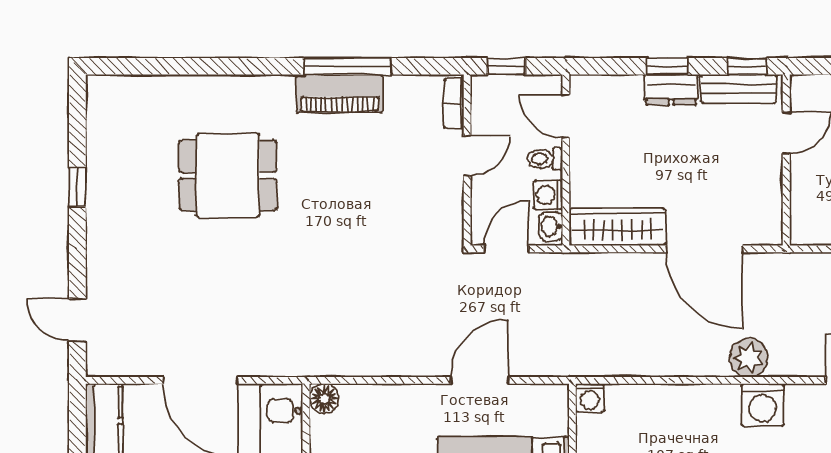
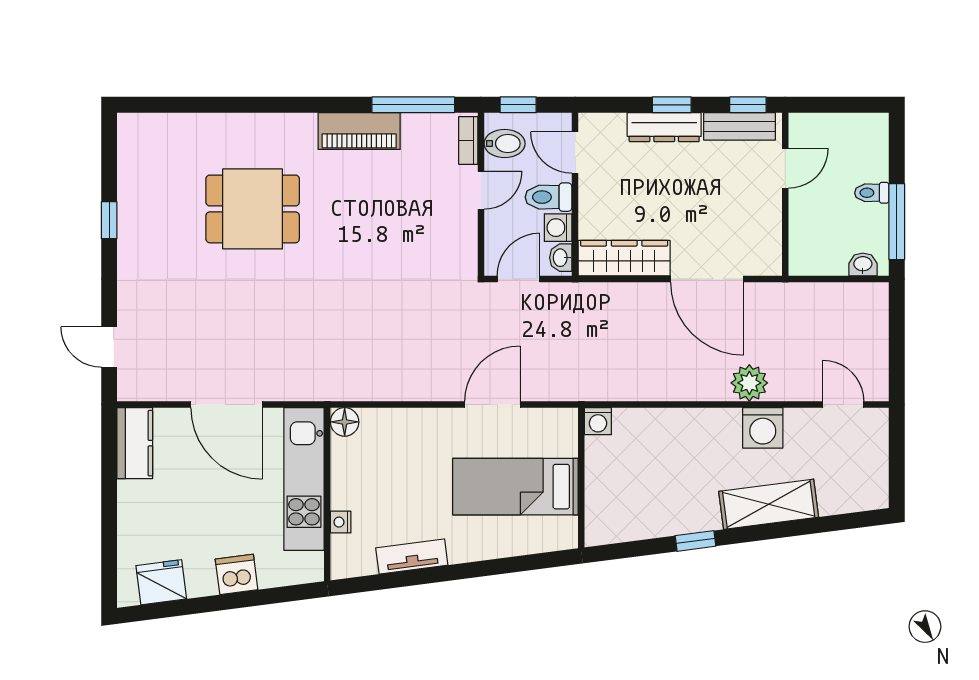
window: (348, 66) -> (413, 105), moved
dresser: (671, 90) -> (664, 127), width x1.44
bidet: (492, 107) -> (505, 144), added
toilet: (545, 159) -> (549, 197), width x1.37, depth x1.39

